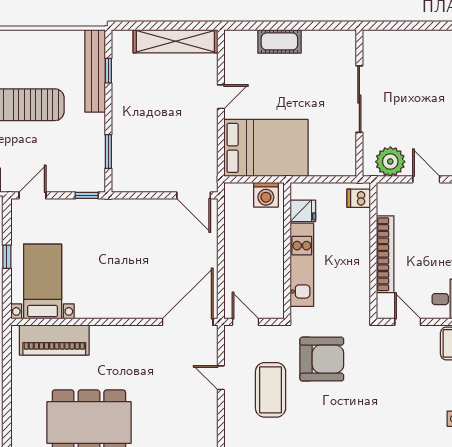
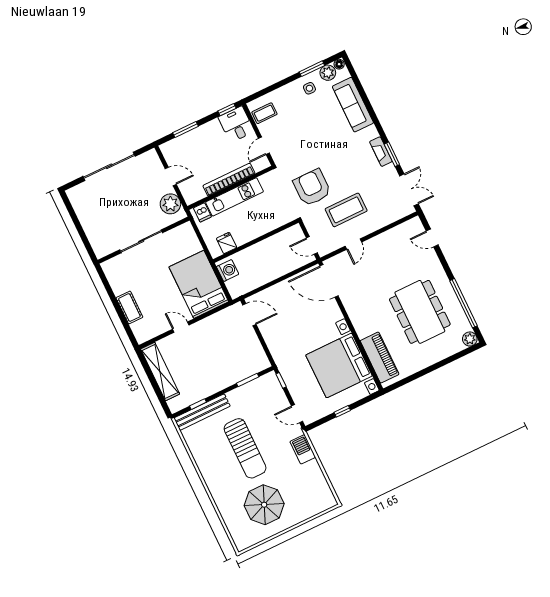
door: (426, 179) -> (171, 177), swing flipped
door: (194, 195) -> (249, 315), hinge flipped
kitchen unit: (302, 265) -> (235, 197), moved, turned 180
bed with nightstands: (43, 281) -> (339, 365), width x1.85
door: (245, 322) -> (312, 245), hinge flipped

